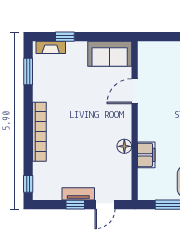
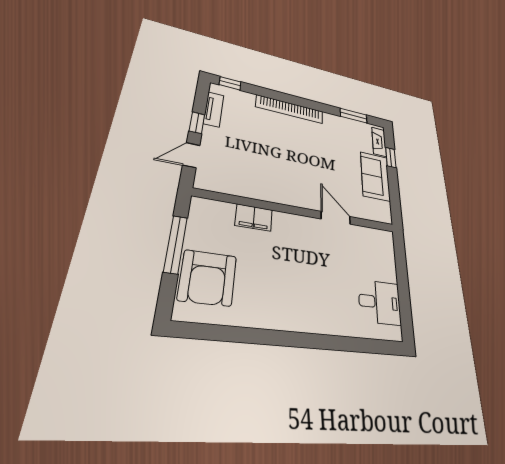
sofa: (110, 54) -> (375, 176), moved
floor lamp: (124, 146) -> (267, 193), removed
tv unit: (78, 194) -> (214, 109), moved
door: (105, 205) -> (191, 155), hinge flipped

